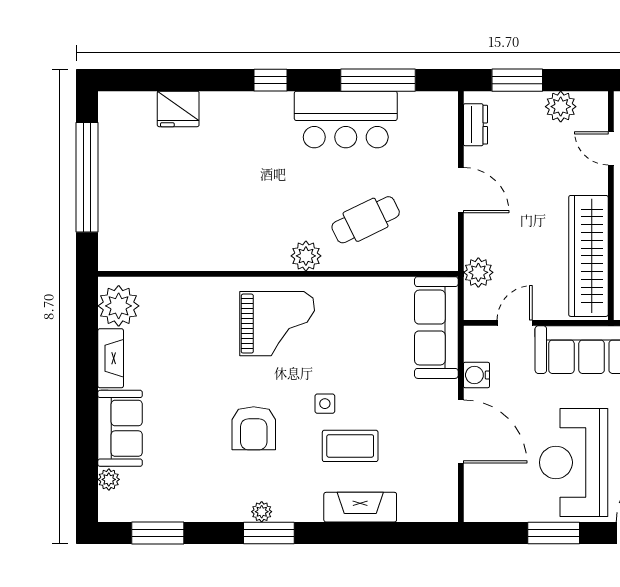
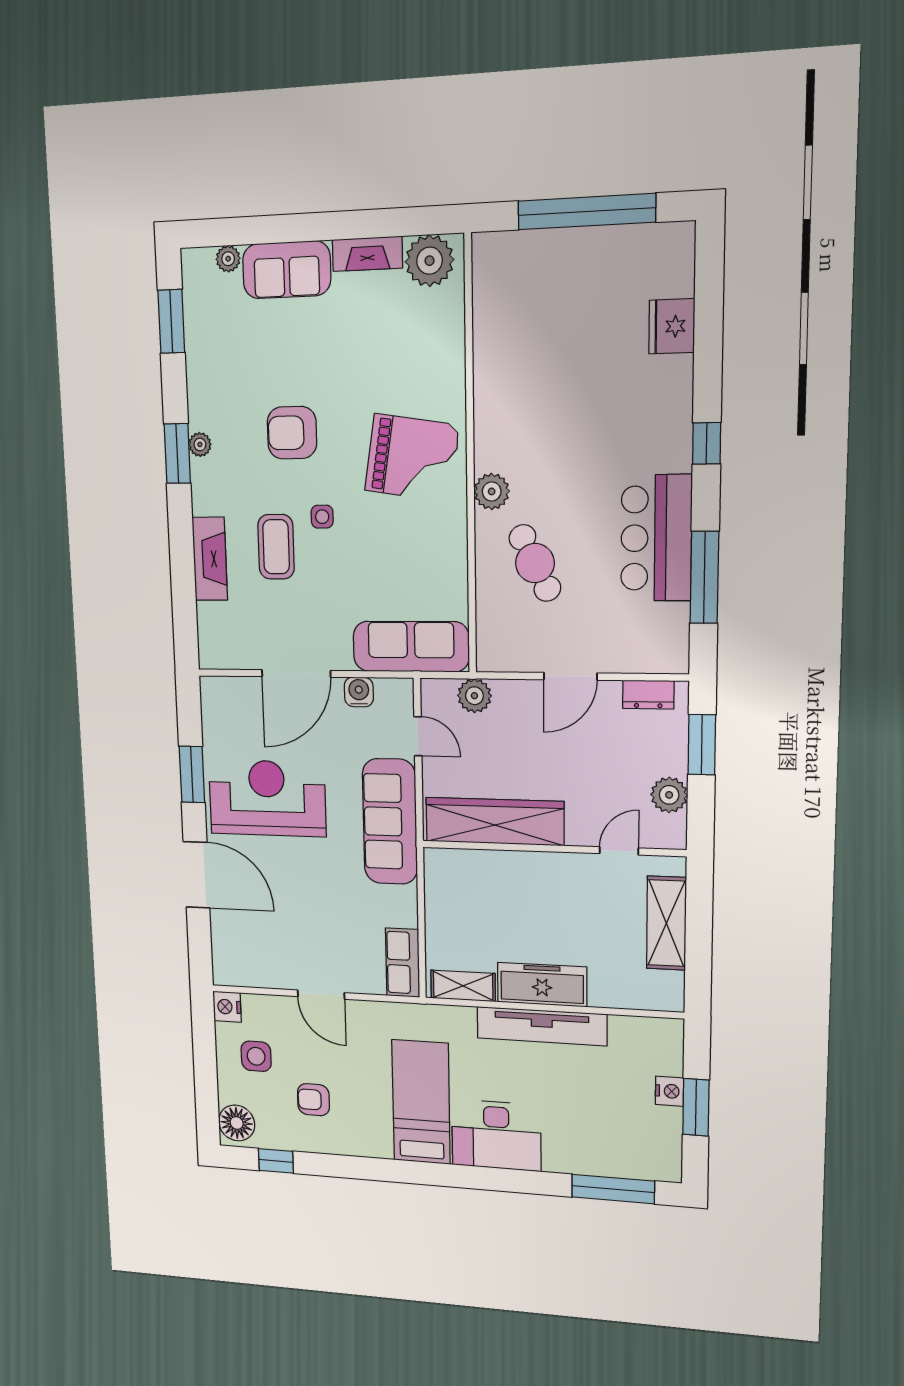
grand piano: (277, 324) -> (412, 458), turned -81

